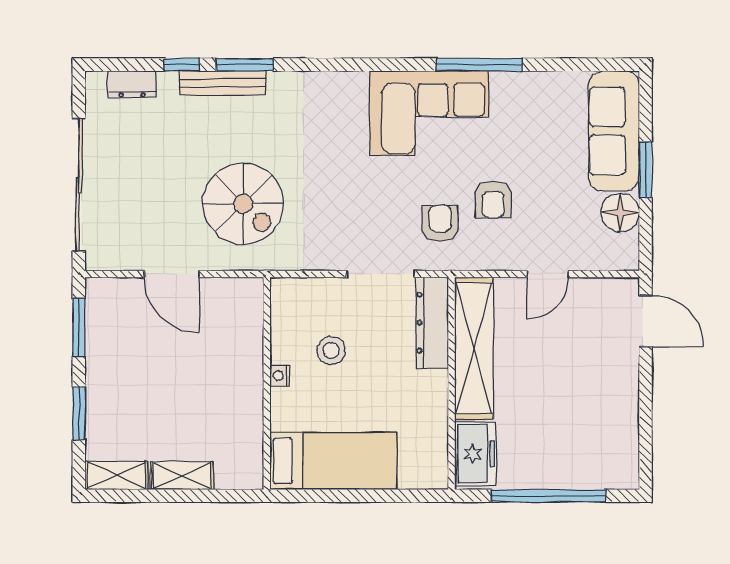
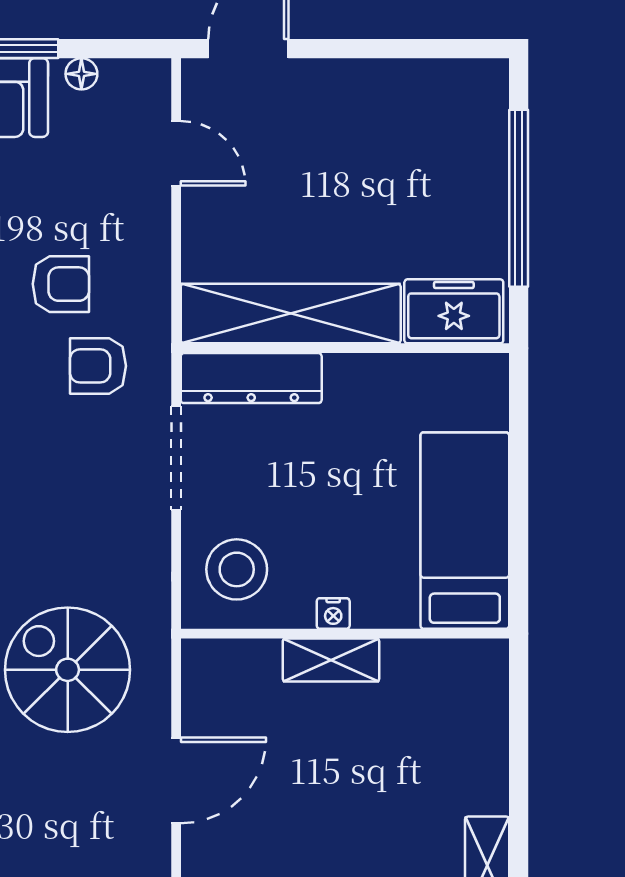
spiral stairs: (243, 204) -> (68, 670), turned -90
floor lamp: (620, 213) -> (81, 74), width x0.53, depth x0.53
door: (548, 274) -> (176, 153), moved
stool: (331, 350) -> (237, 569), moved, width x1.38, depth x1.38
shelving: (182, 476) -> (331, 660), moved, turned 90

